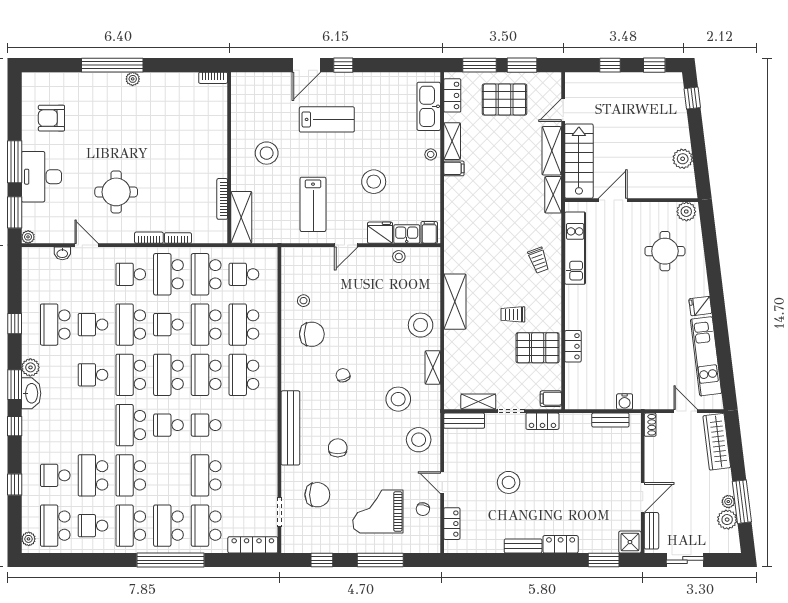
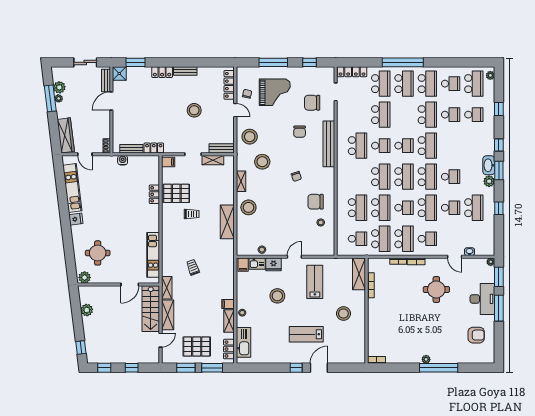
trolley: (539, 260) -> (193, 267), moved
school desk: (244, 375) -> (357, 146), moved
locker: (542, 421) -> (154, 148), moved
school desk: (93, 475) -> (451, 115), width x0.54
locker: (452, 524) -> (229, 85), width x1.53

